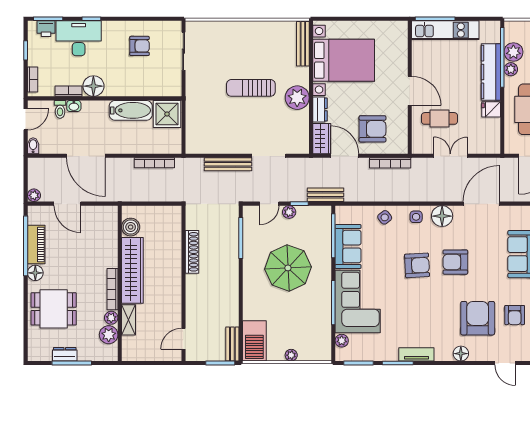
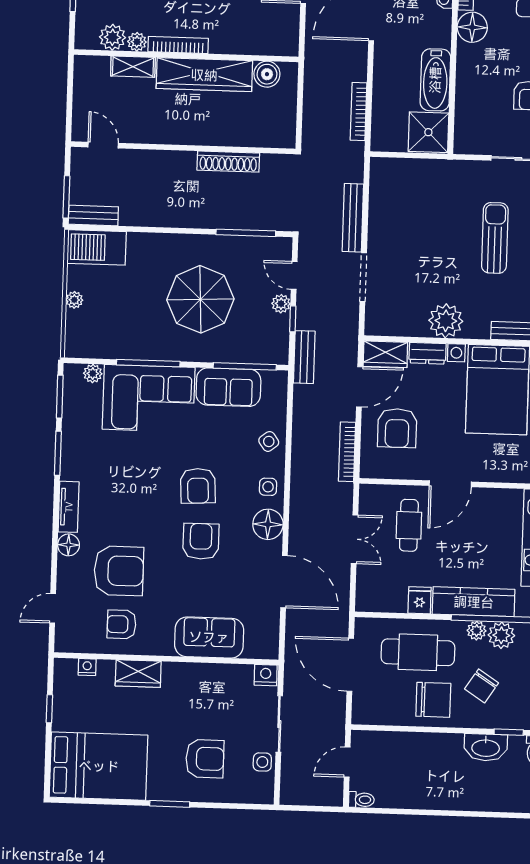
sun lounger: (251, 88) -> (495, 238), moved
tv unit: (416, 354) -> (69, 507), moved

